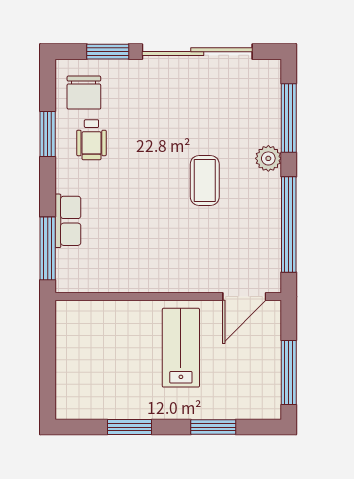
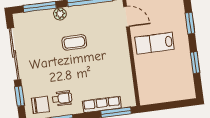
row of seats: (68, 221) -> (102, 104), width x1.48

